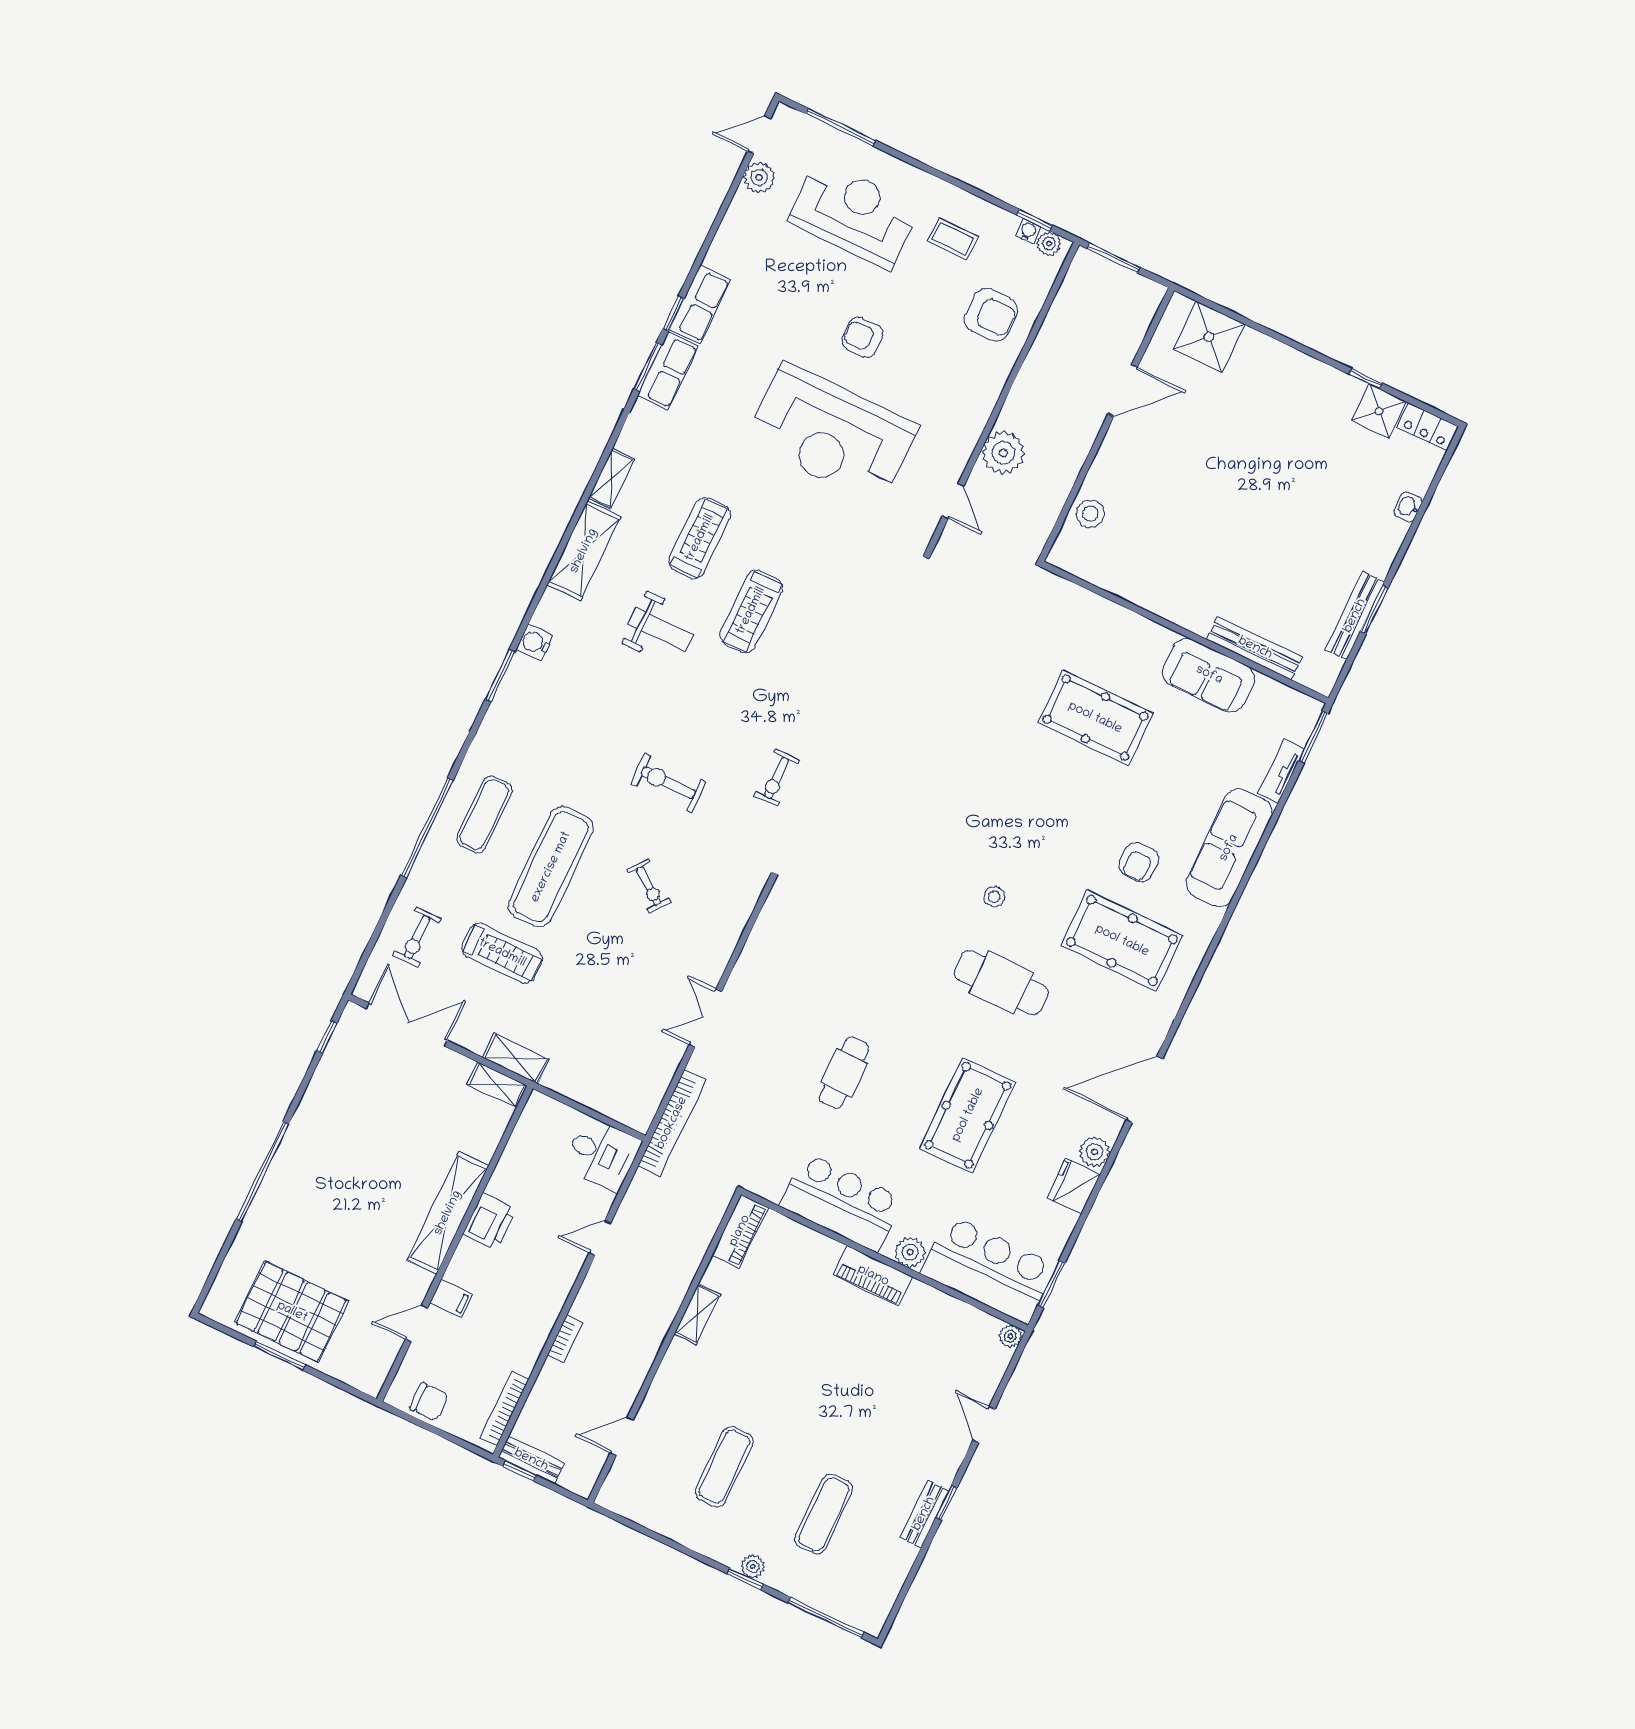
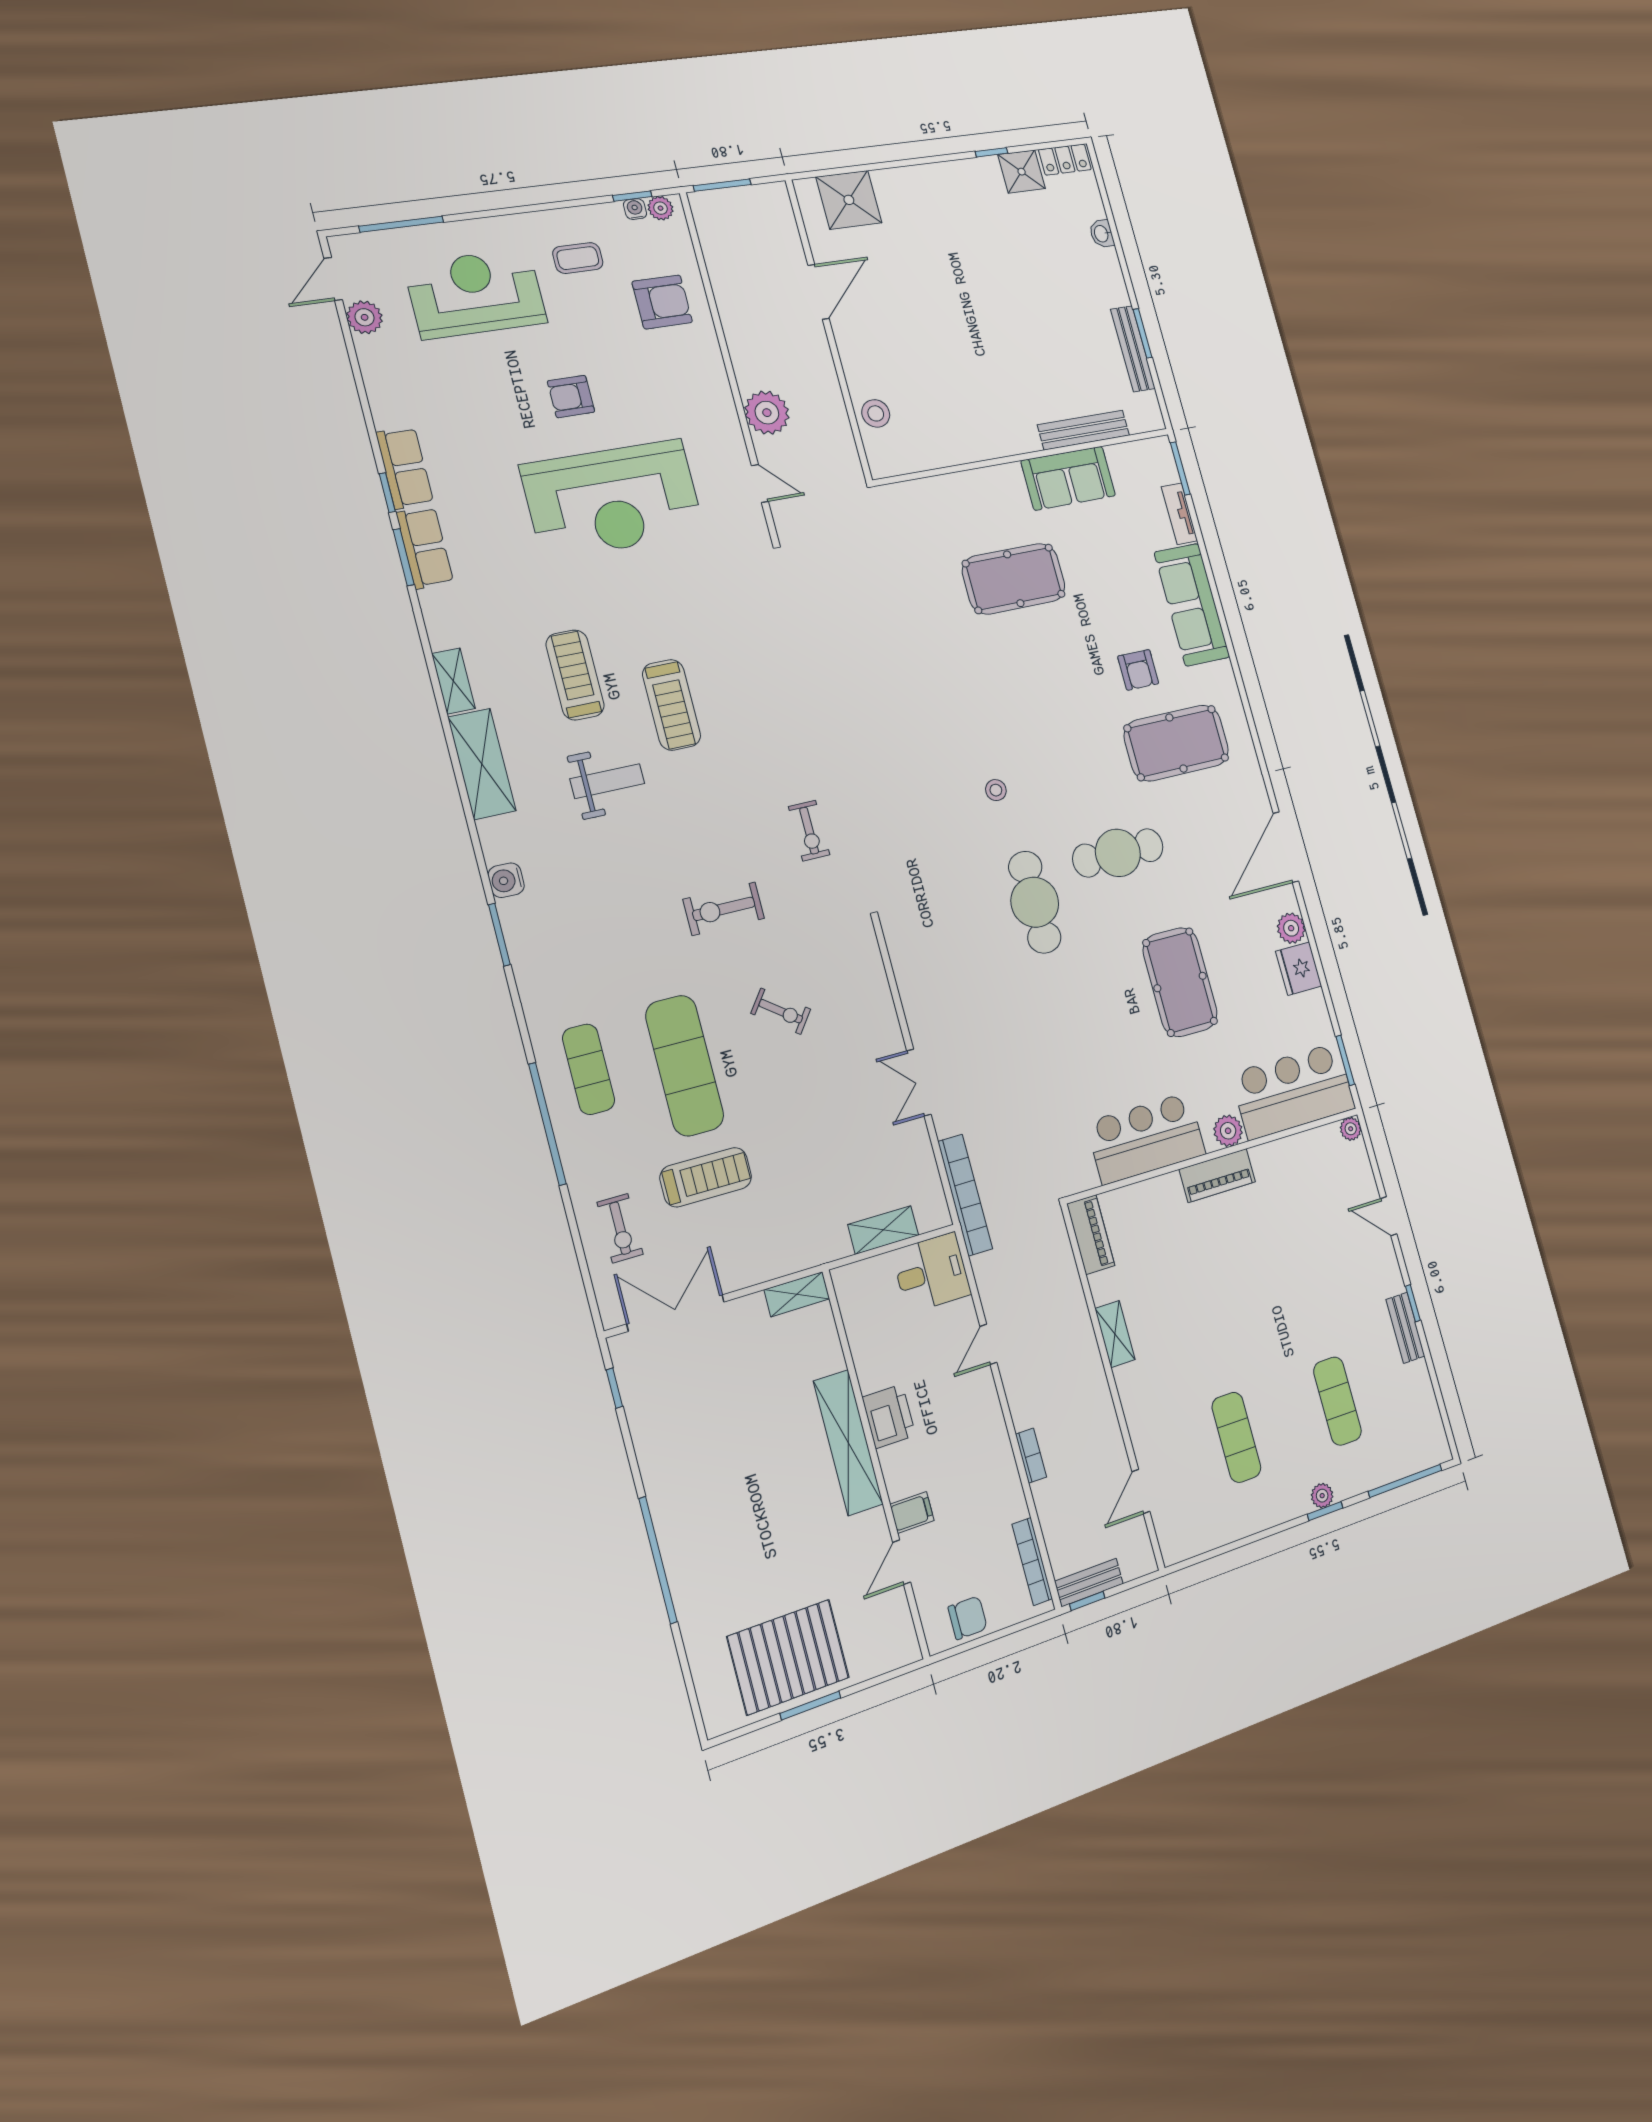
stool: (994, 897) -> (996, 790), moved
shelving: (516, 1058) -> (883, 1230), moved
cafe table: (844, 1073) -> (1035, 902), moved, width x1.37, depth x1.35

